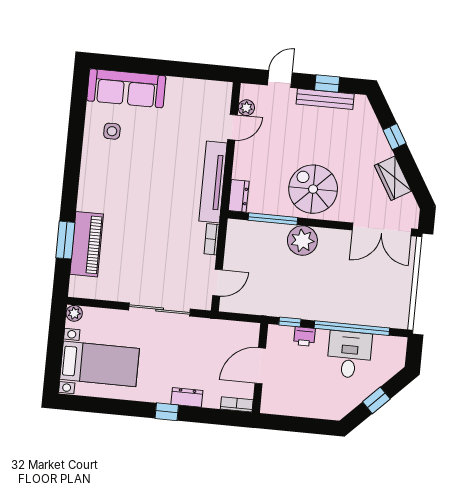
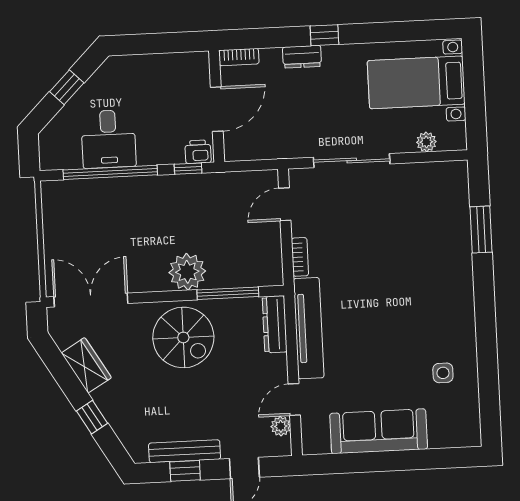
sofa: (126, 88) -> (379, 431), moved
dresser: (239, 196) -> (275, 324), width x1.44
piano: (87, 244) -> (454, 228), removed
plant: (74, 313) -> (426, 142), moved
printer: (304, 337) -> (198, 152), moved

